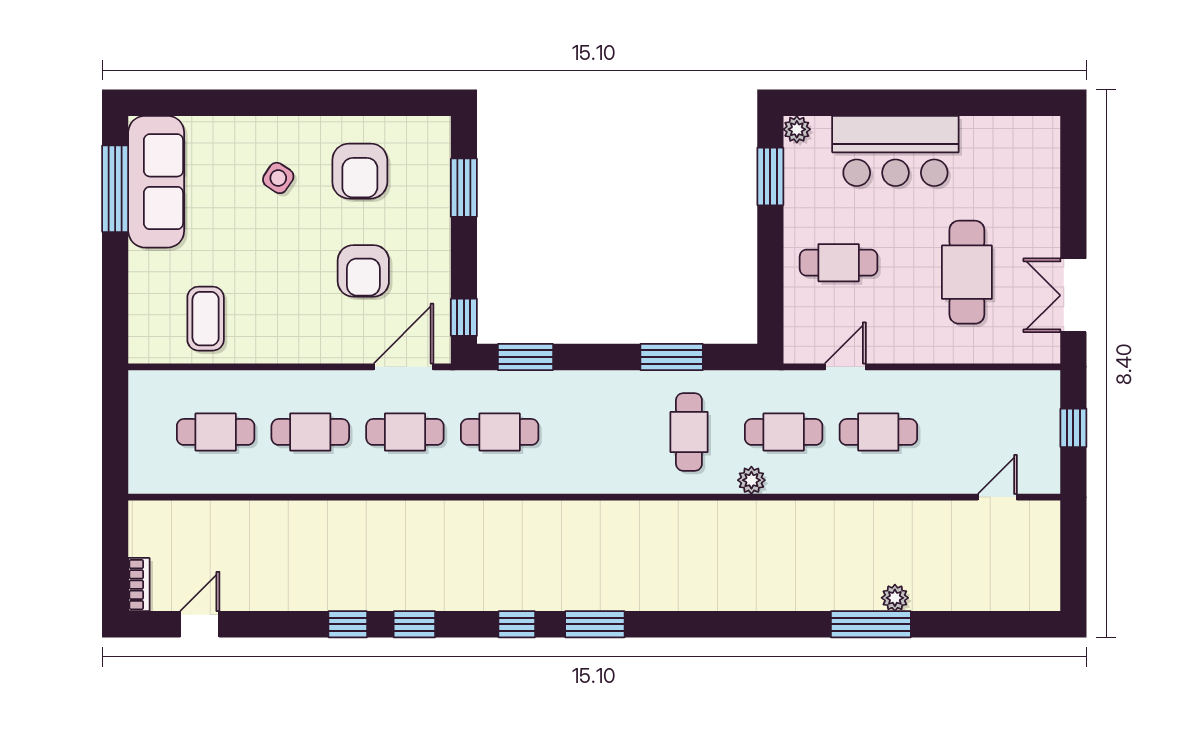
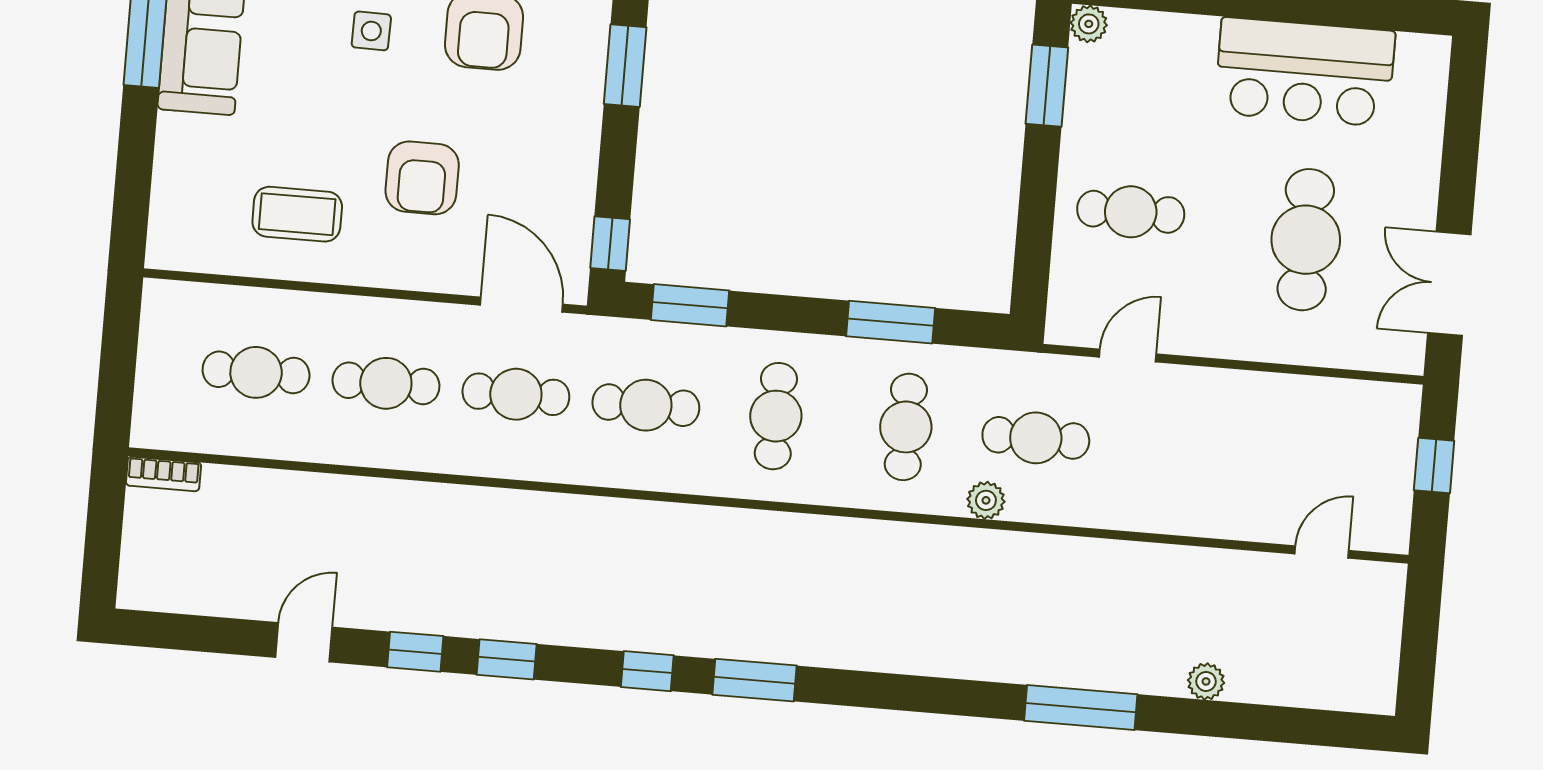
bar counter: (895, 151) -> (1305, 72), moved
side table: (278, 178) -> (371, 31), turned -33
armchair: (363, 271) -> (422, 178), moved
coffee table: (206, 319) -> (297, 214), moved, turned 90
door: (404, 367) -> (522, 305), hinge flipped
cafe table: (878, 432) -> (776, 416), moved, turned 90
bookcase: (139, 585) -> (163, 474), moved, turned 90
plant: (895, 598) -> (1206, 681), moved
door: (200, 624) -> (304, 642), moved
window: (871, 624) -> (1081, 708), moved

